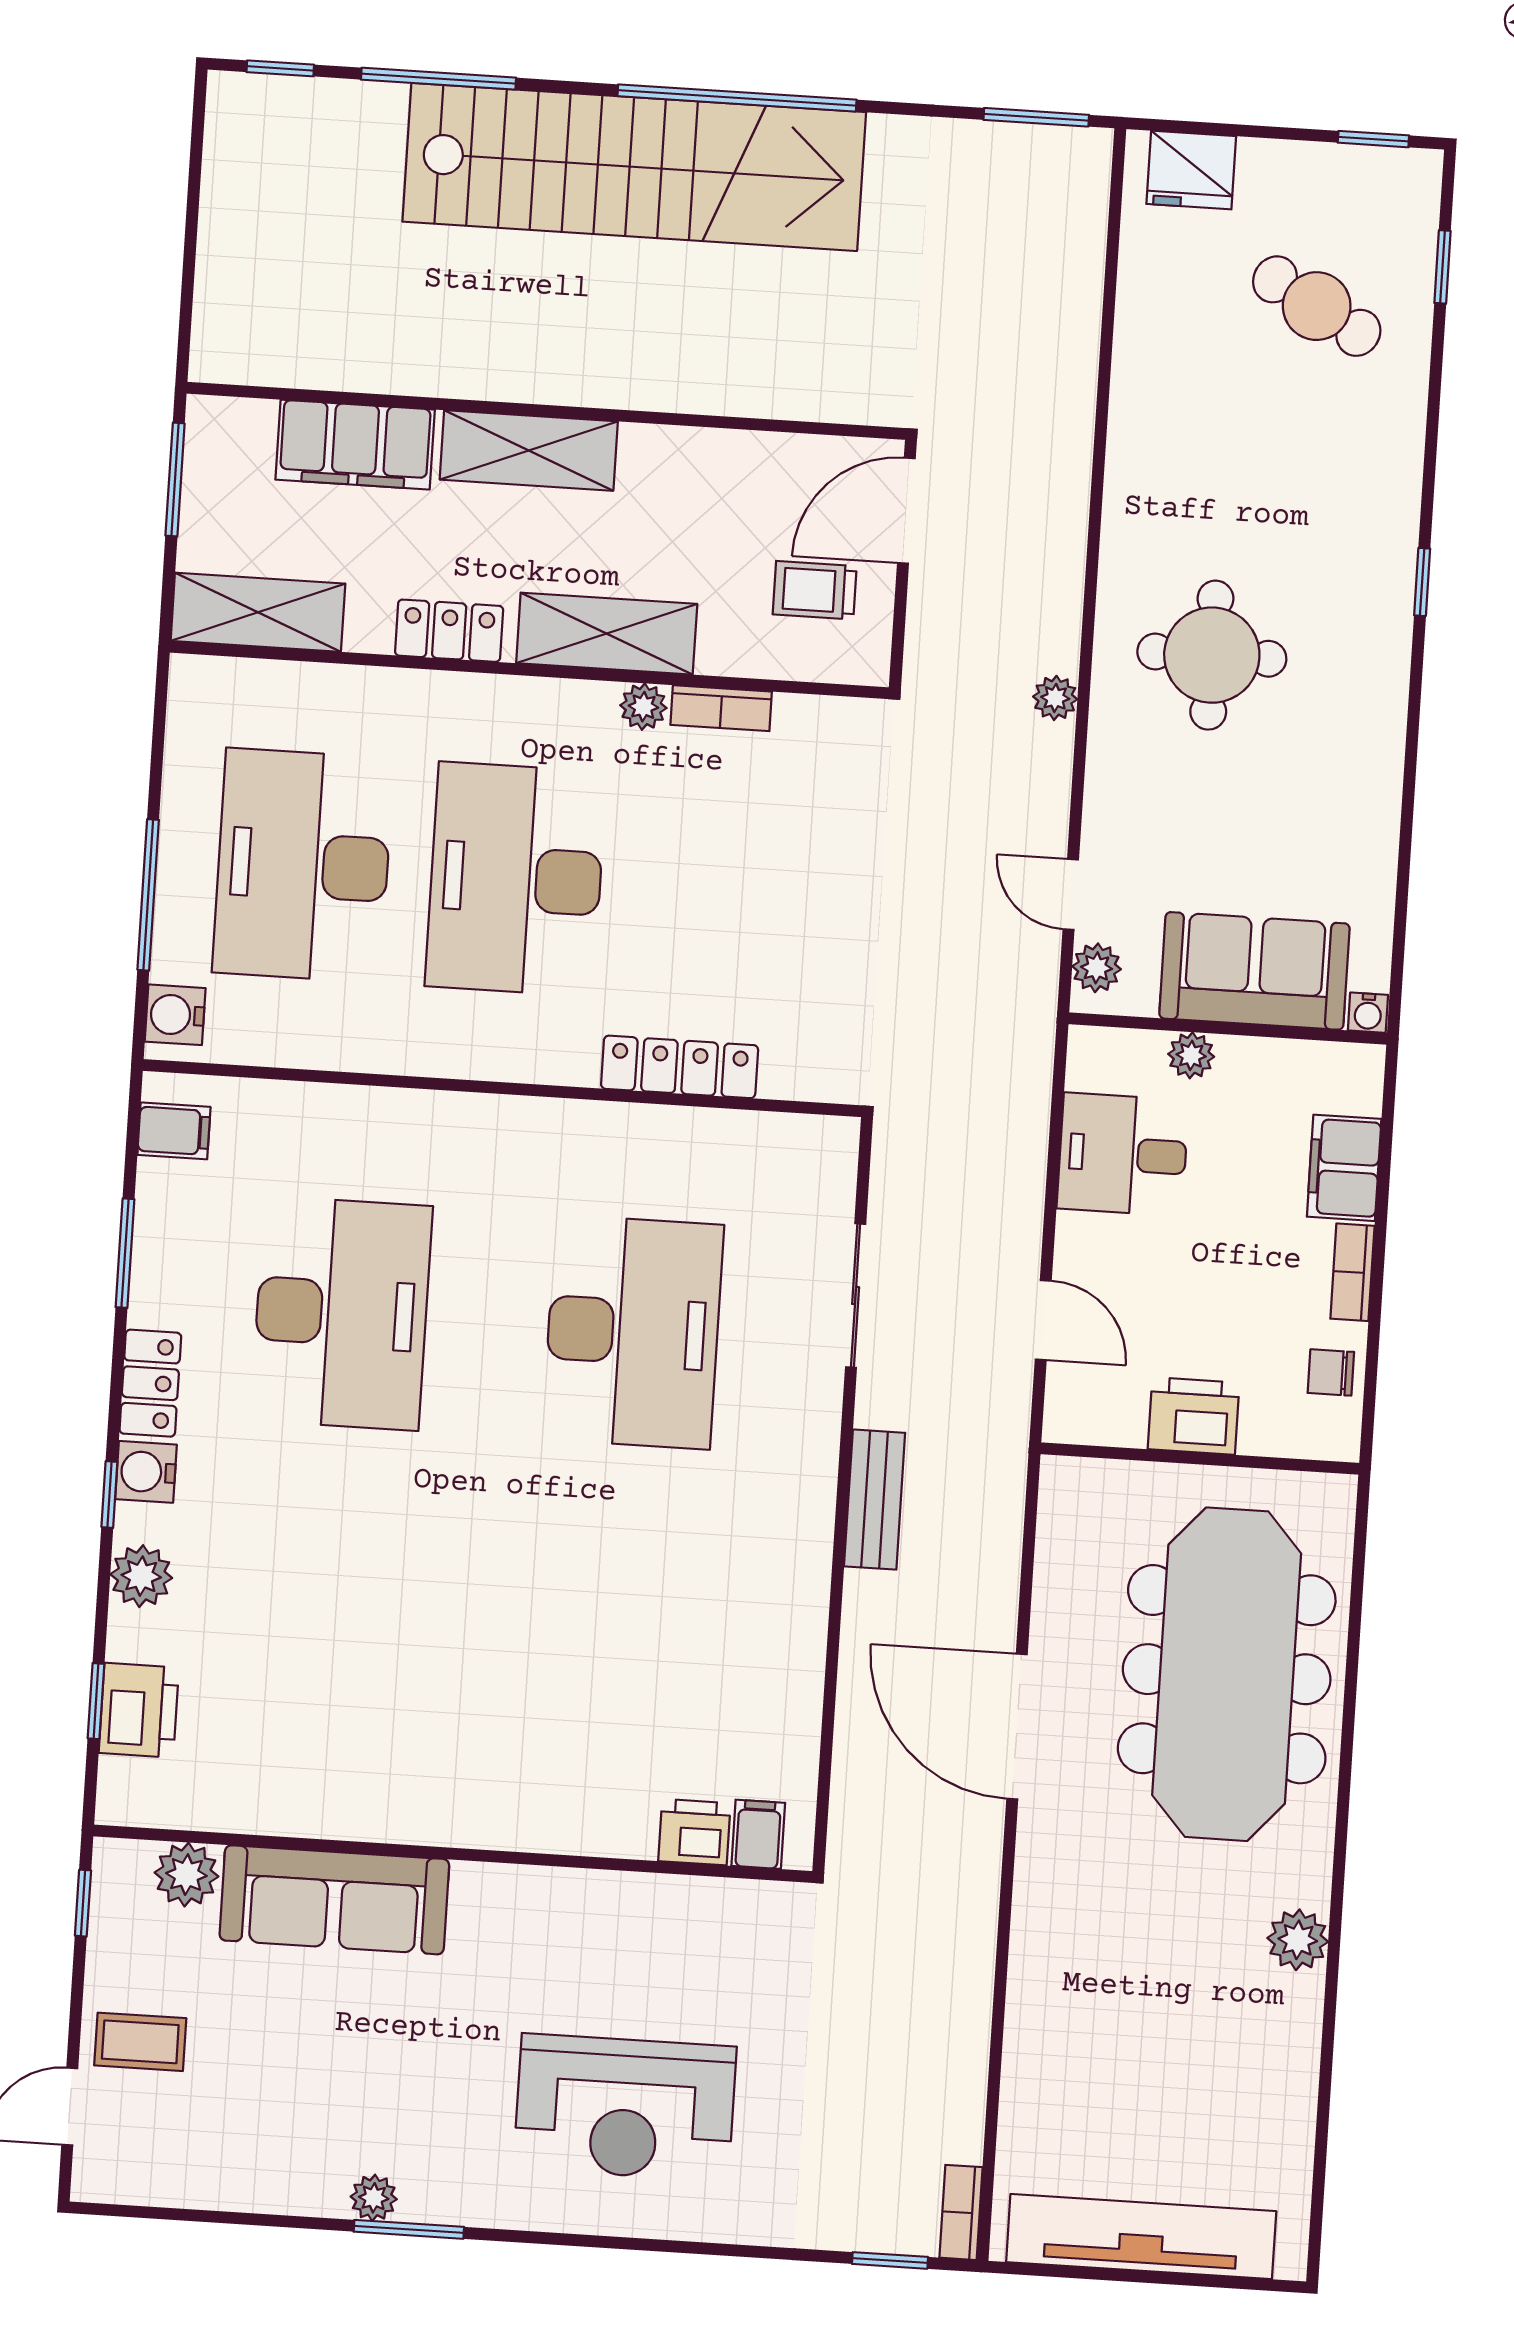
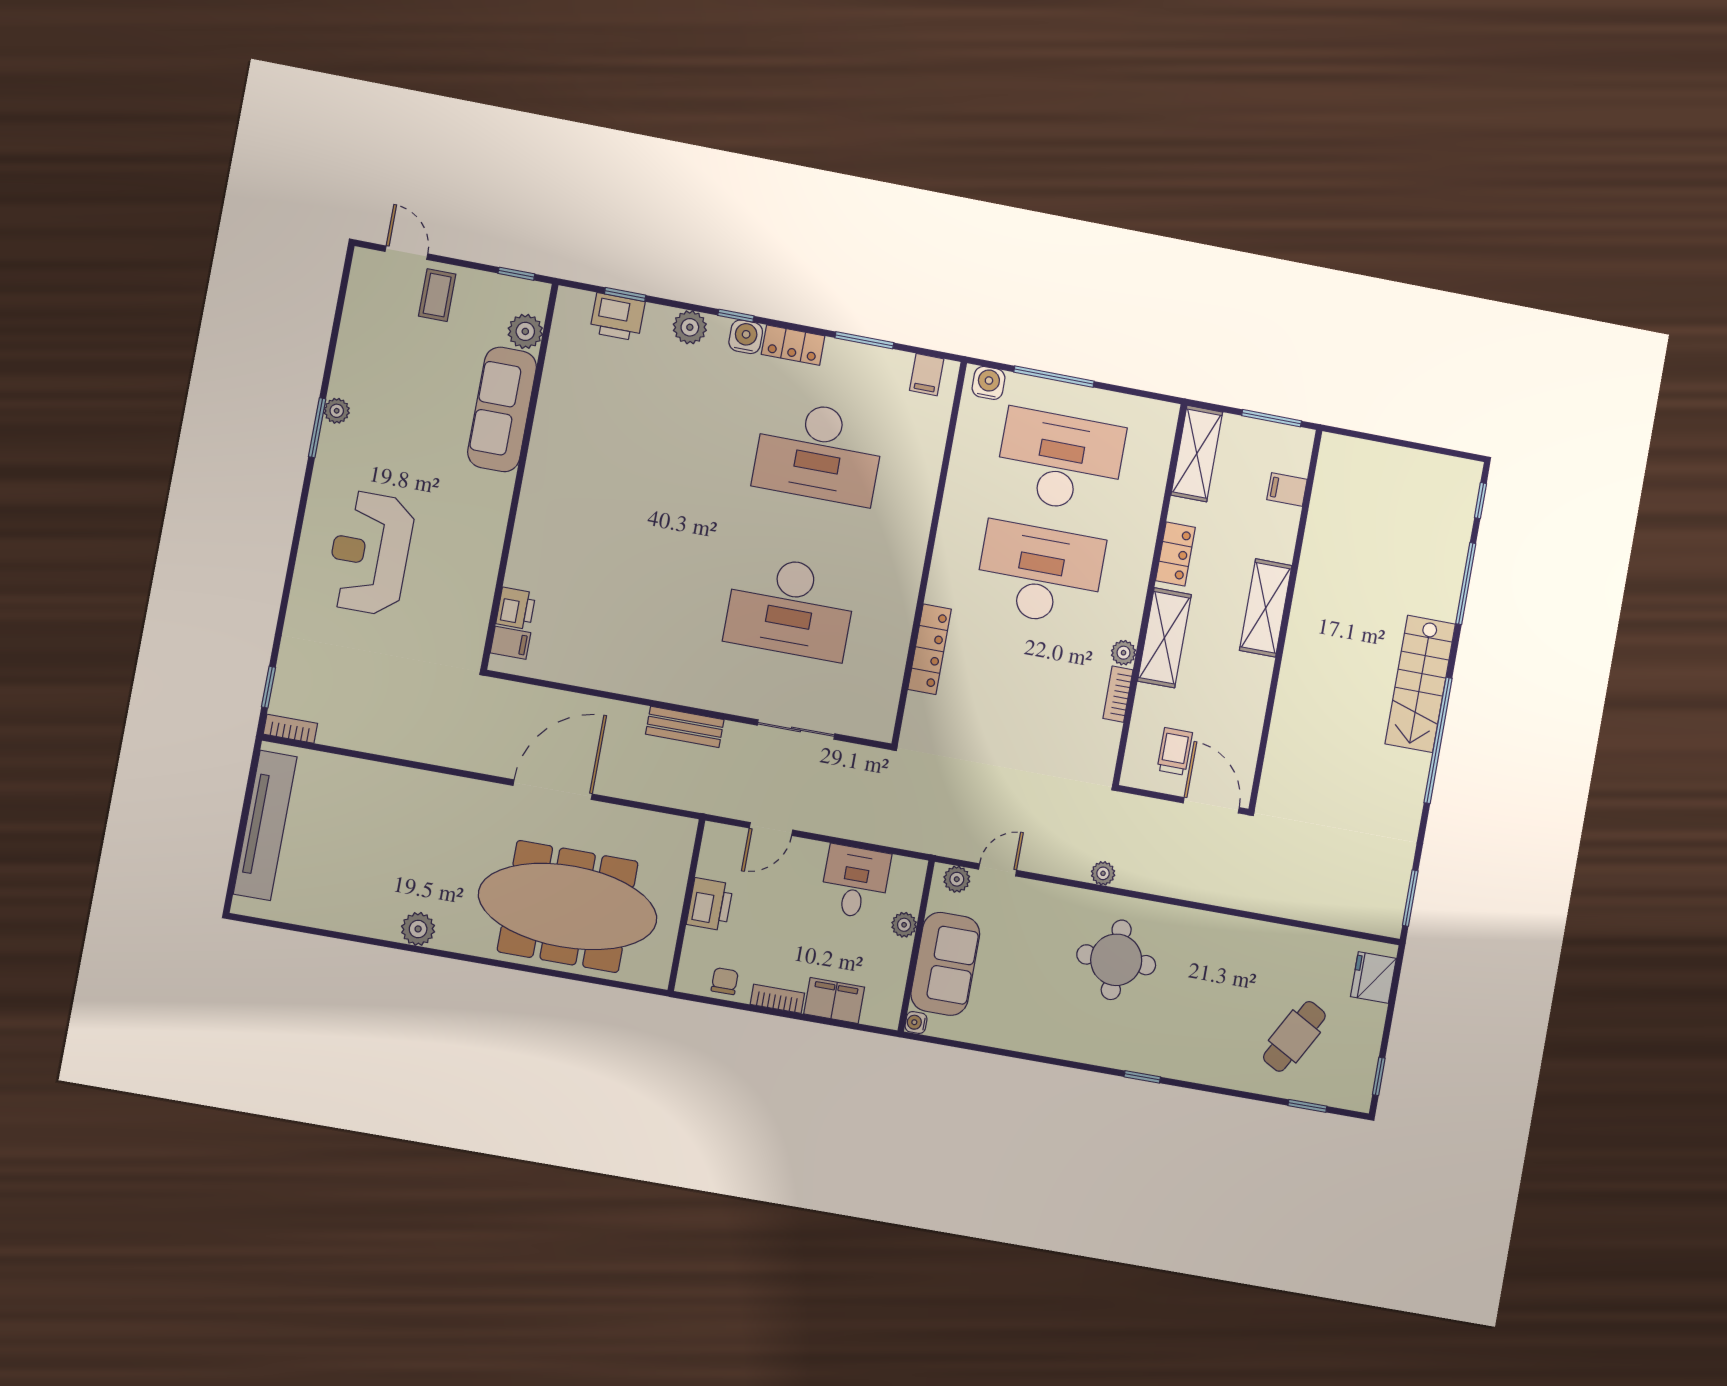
stairs: (634, 167) -> (1420, 684), width x0.54, depth x0.66
filing cabinet: (355, 445) -> (1287, 490), width x0.33, depth x0.86

